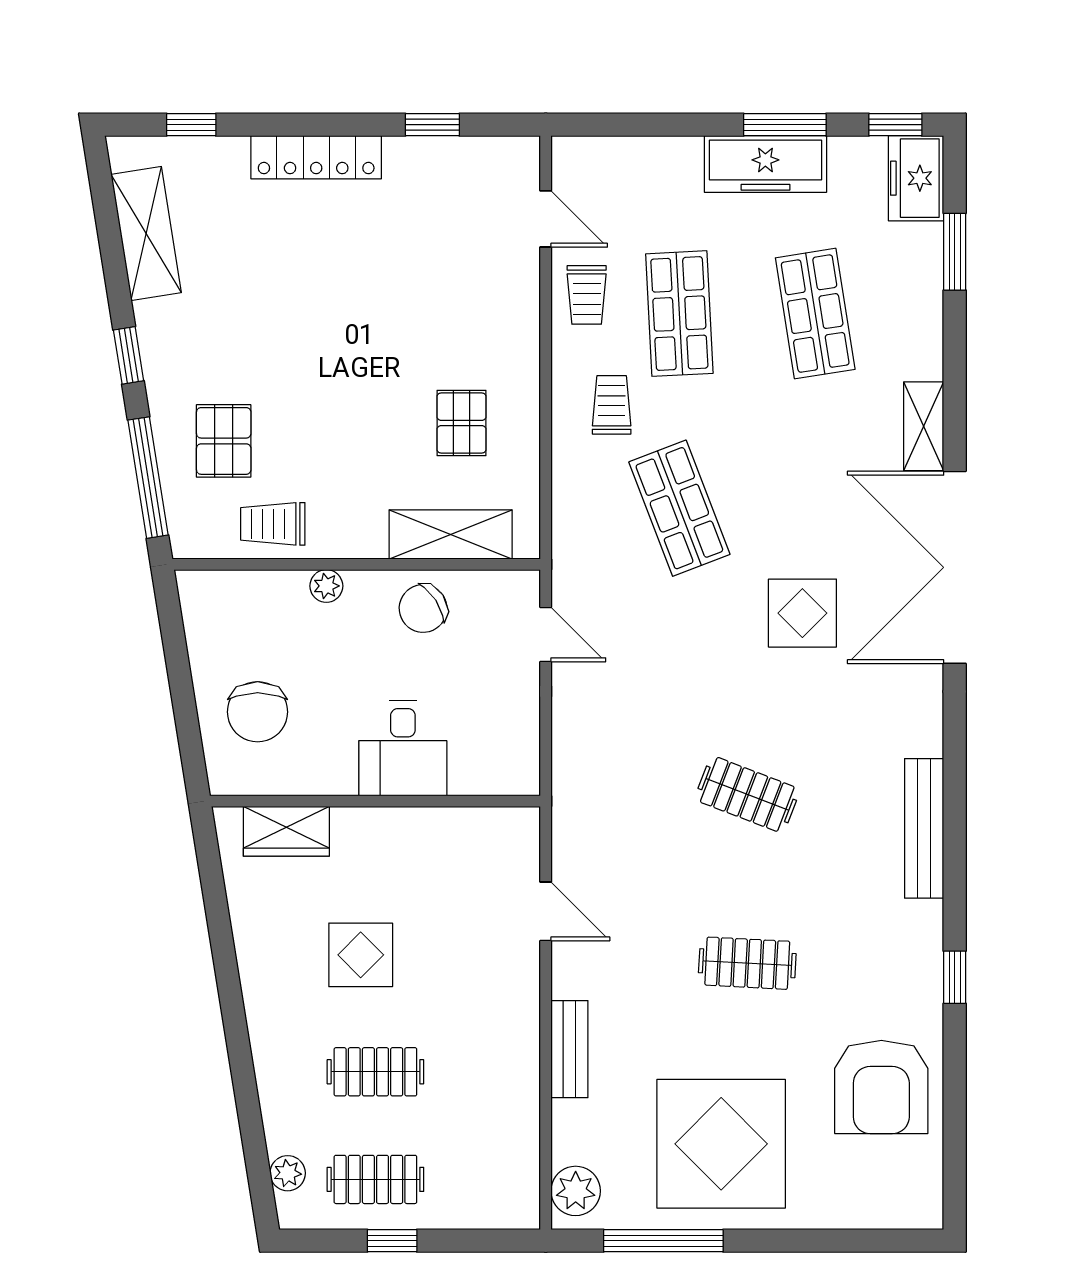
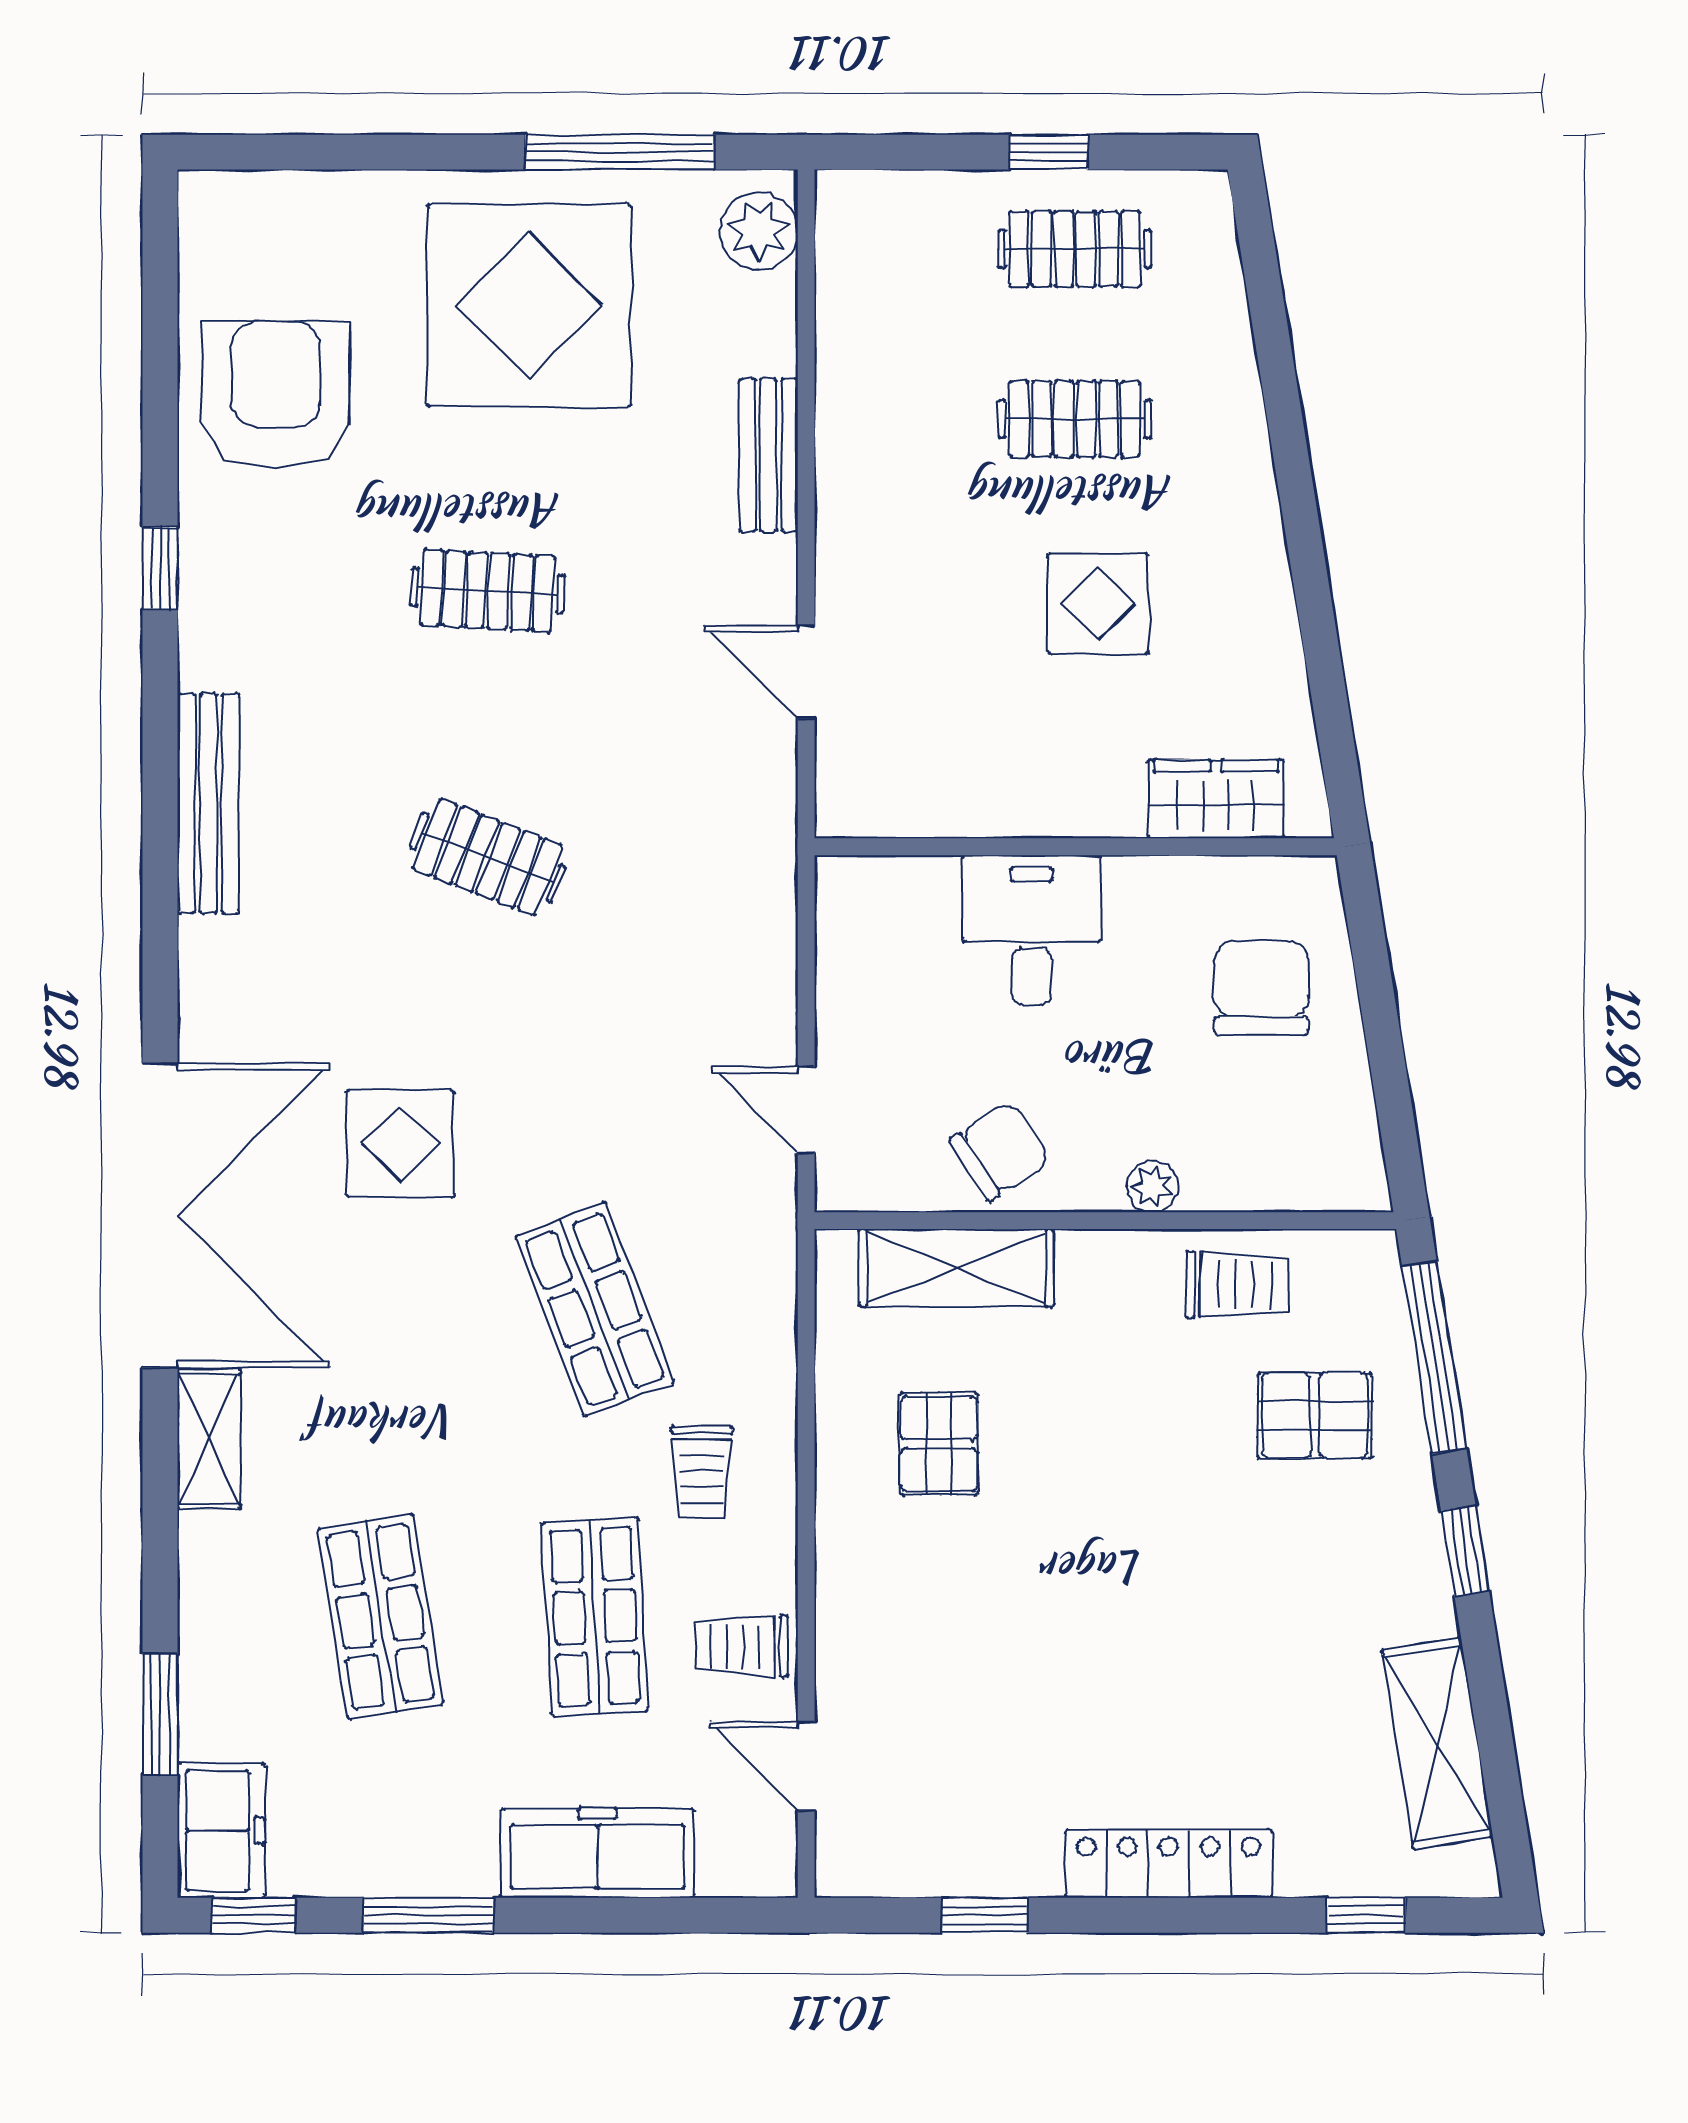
freezer: (765, 164) -> (598, 1853), moved
trolley: (587, 295) -> (741, 1646), turned -90
pallet: (224, 441) -> (1315, 1416), turned 90
plant: (288, 1173) -> (1214, 259), removed

